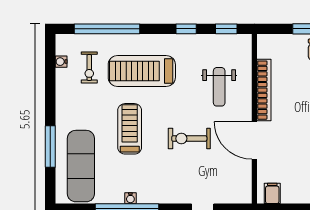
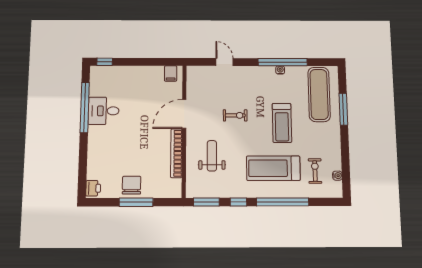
window: (107, 29) -> (283, 202), moved
window: (226, 29) -> (206, 202), width x1.50
treadmill: (142, 71) -> (273, 168), turned 180
exercise bike: (189, 139) -> (235, 115), width x0.73, depth x0.72
door: (254, 140) -> (184, 114), swing flipped

